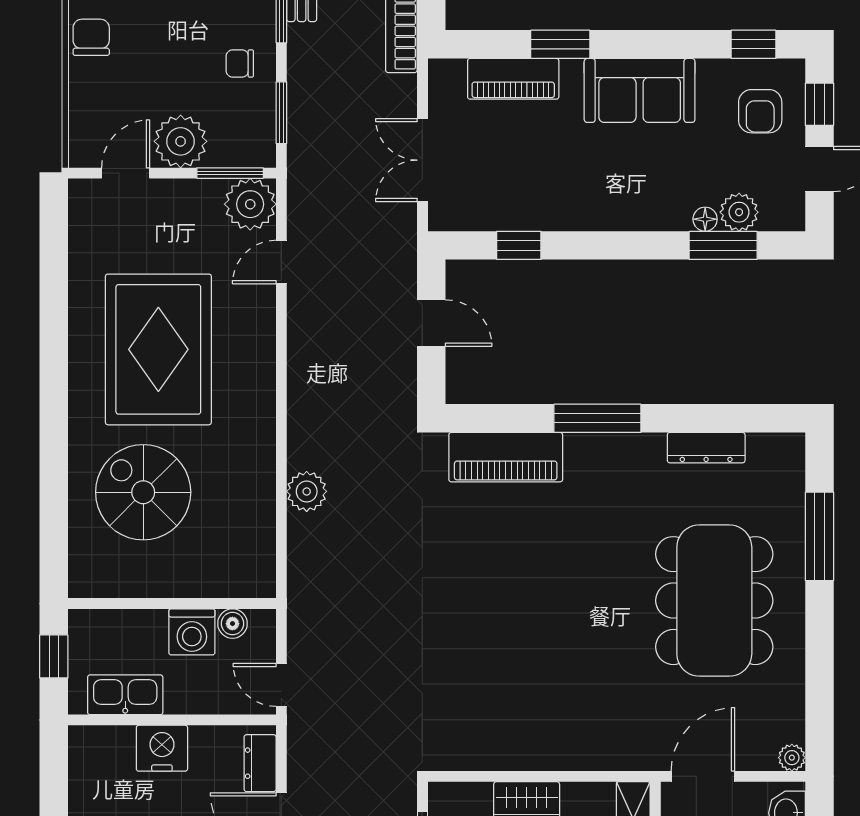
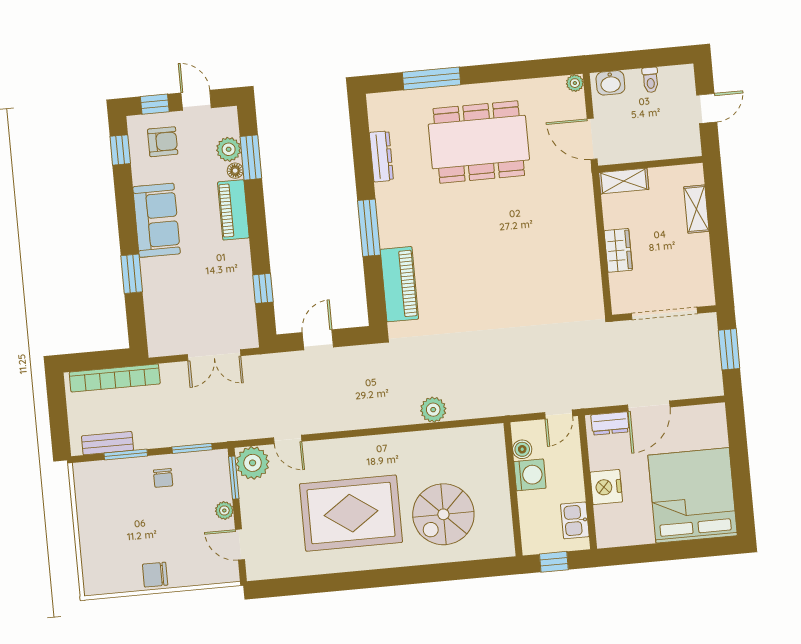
piano: (513, 79) -> (233, 210), moved, turned 180
plant: (181, 141) -> (224, 510), width x0.53, depth x0.53
kitchen sink: (125, 695) -> (575, 520), width x0.73

